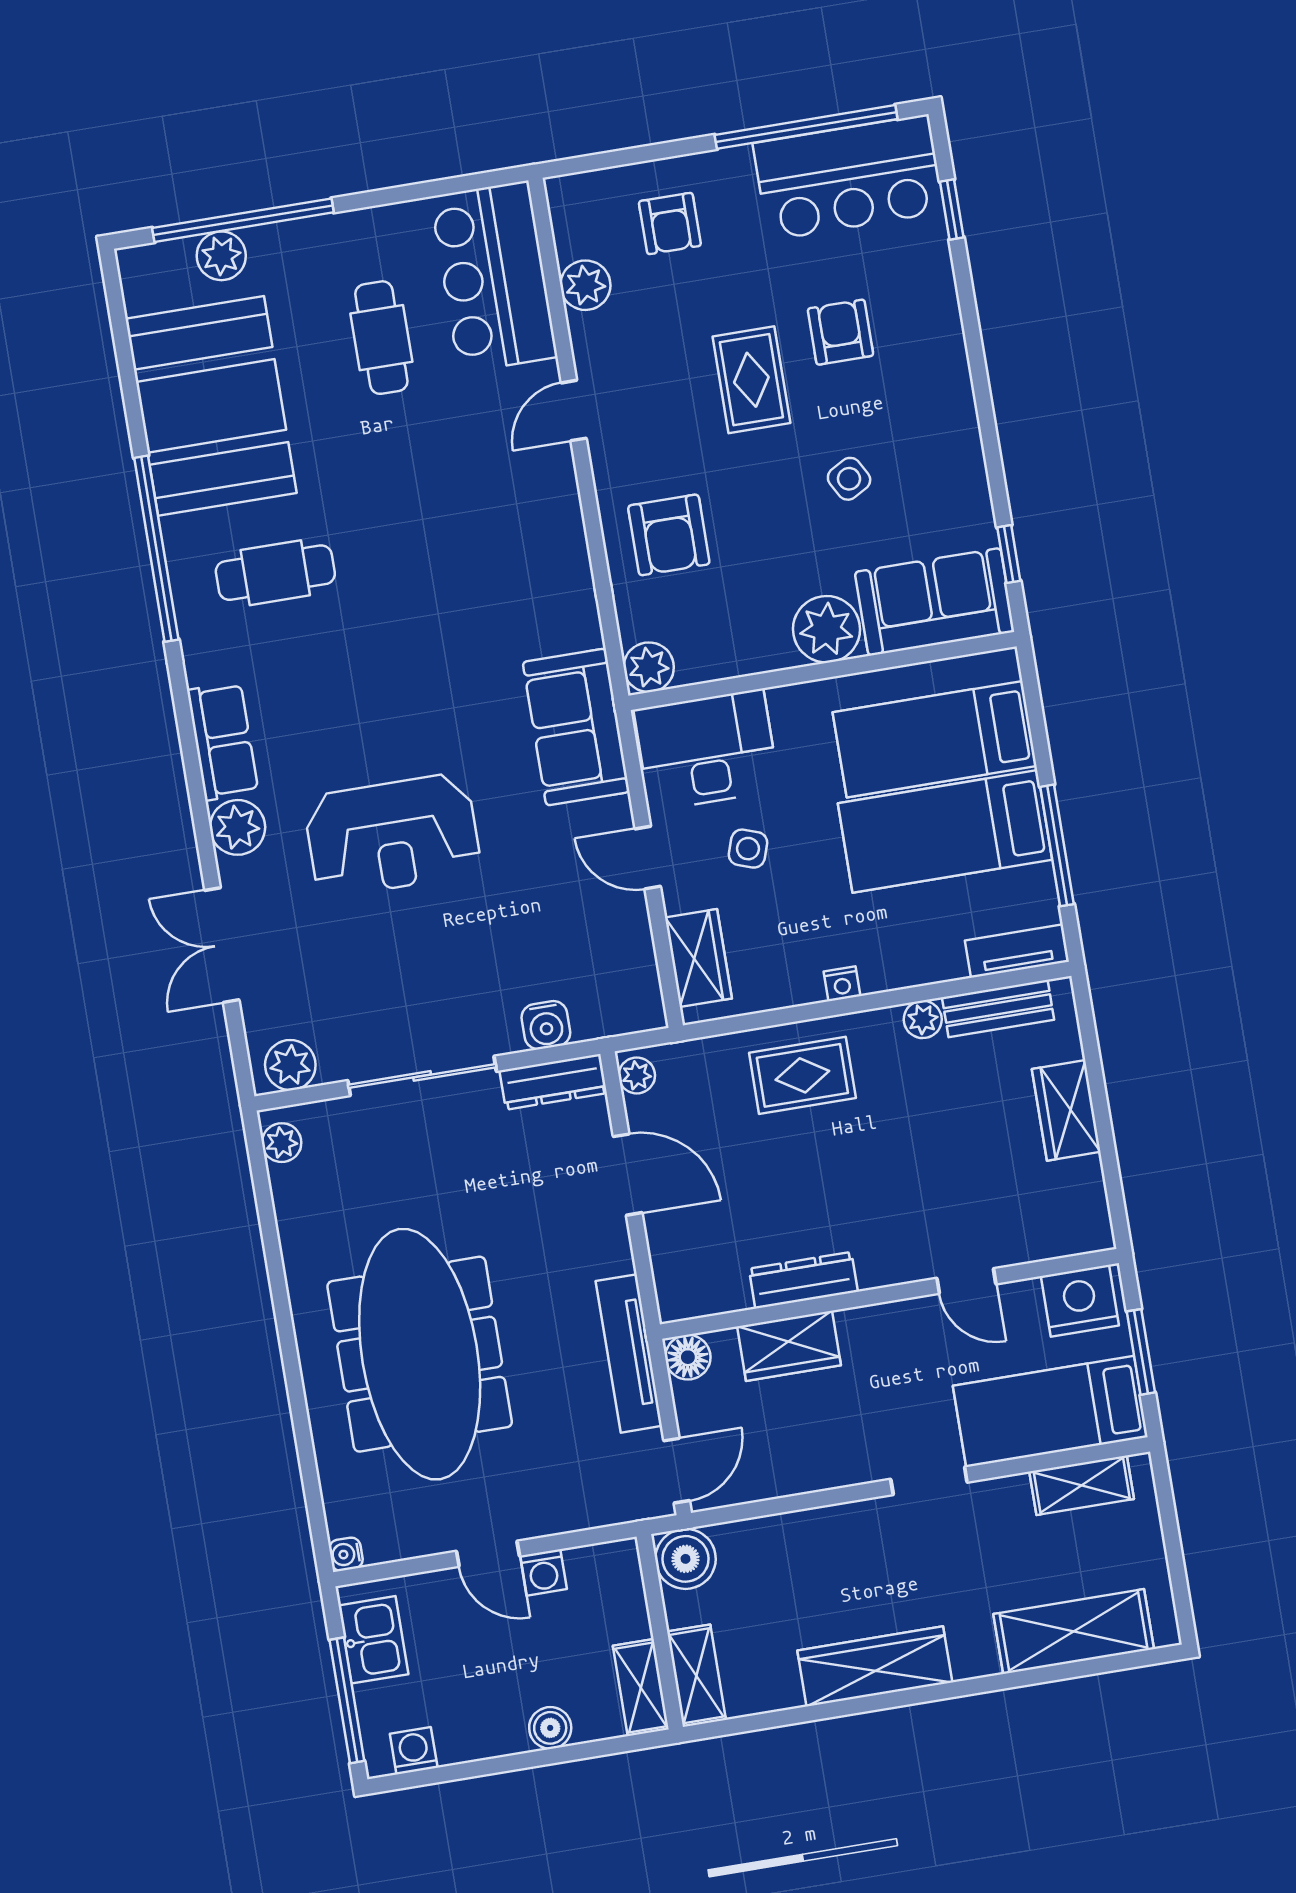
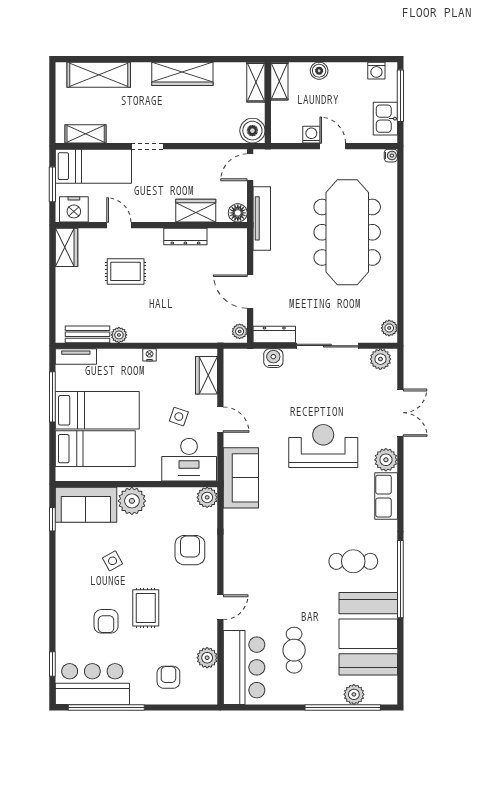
rug: (802, 1075) -> (126, 271), moved
wardrobe: (1066, 1110) -> (67, 247), moved

